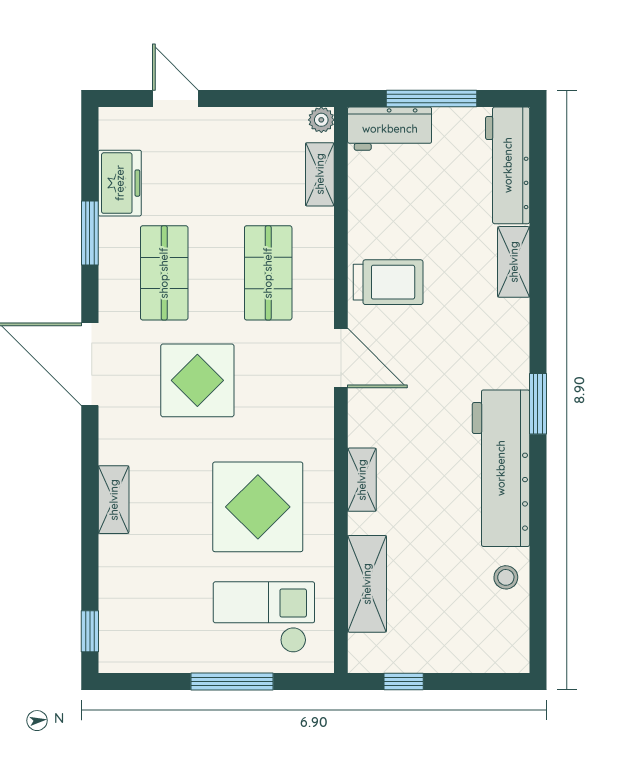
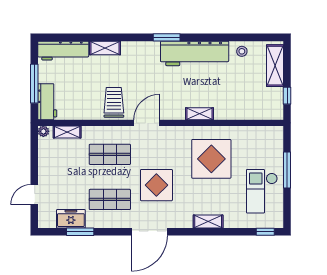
window: (90, 233) -> (80, 232), moved
shelving: (367, 584) -> (275, 66), moved, turned 90
checkout: (264, 617) -> (262, 191), moved

